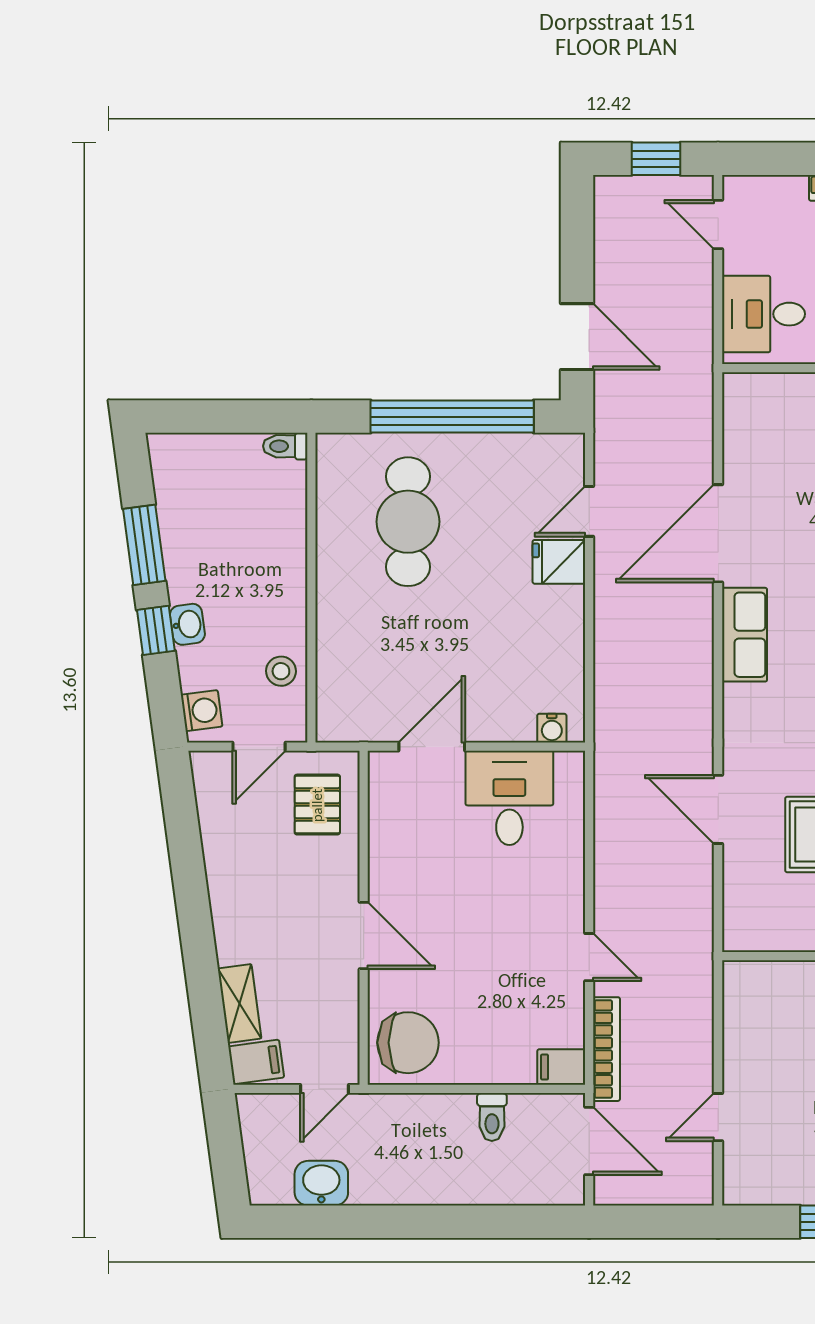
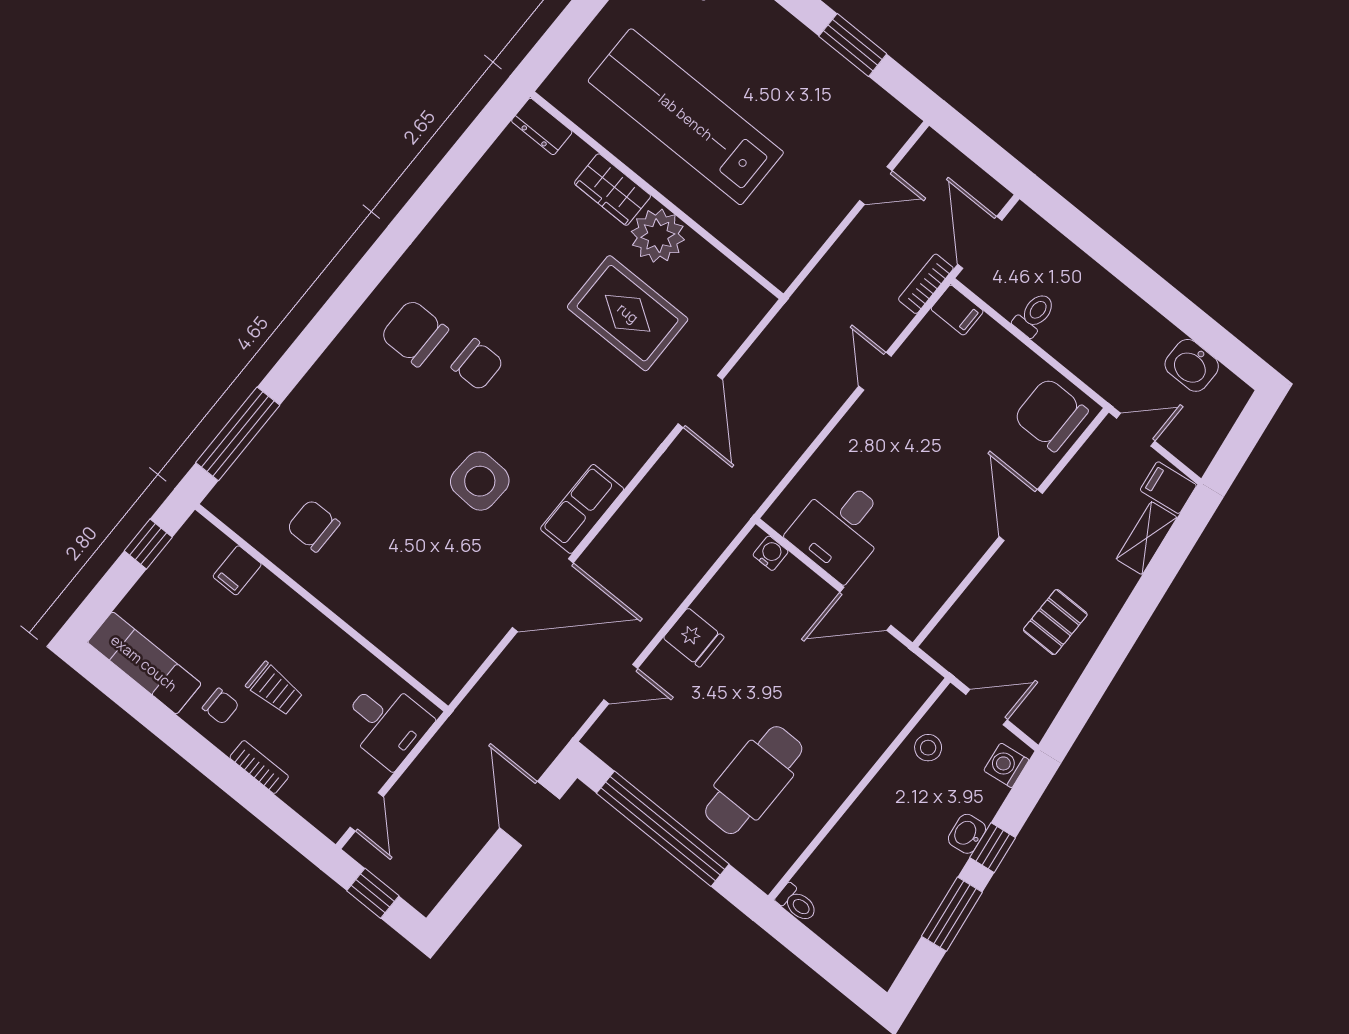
fridge: (559, 562) -> (694, 638), moved
pallet: (317, 805) -> (1055, 622), moved
bookcase: (606, 1049) -> (926, 284), width x0.64

